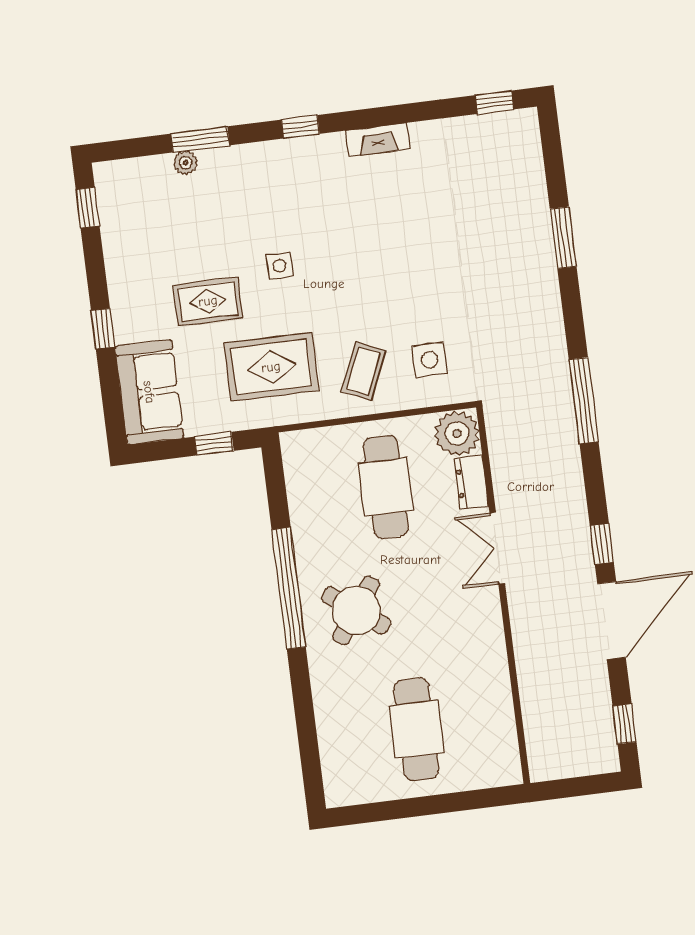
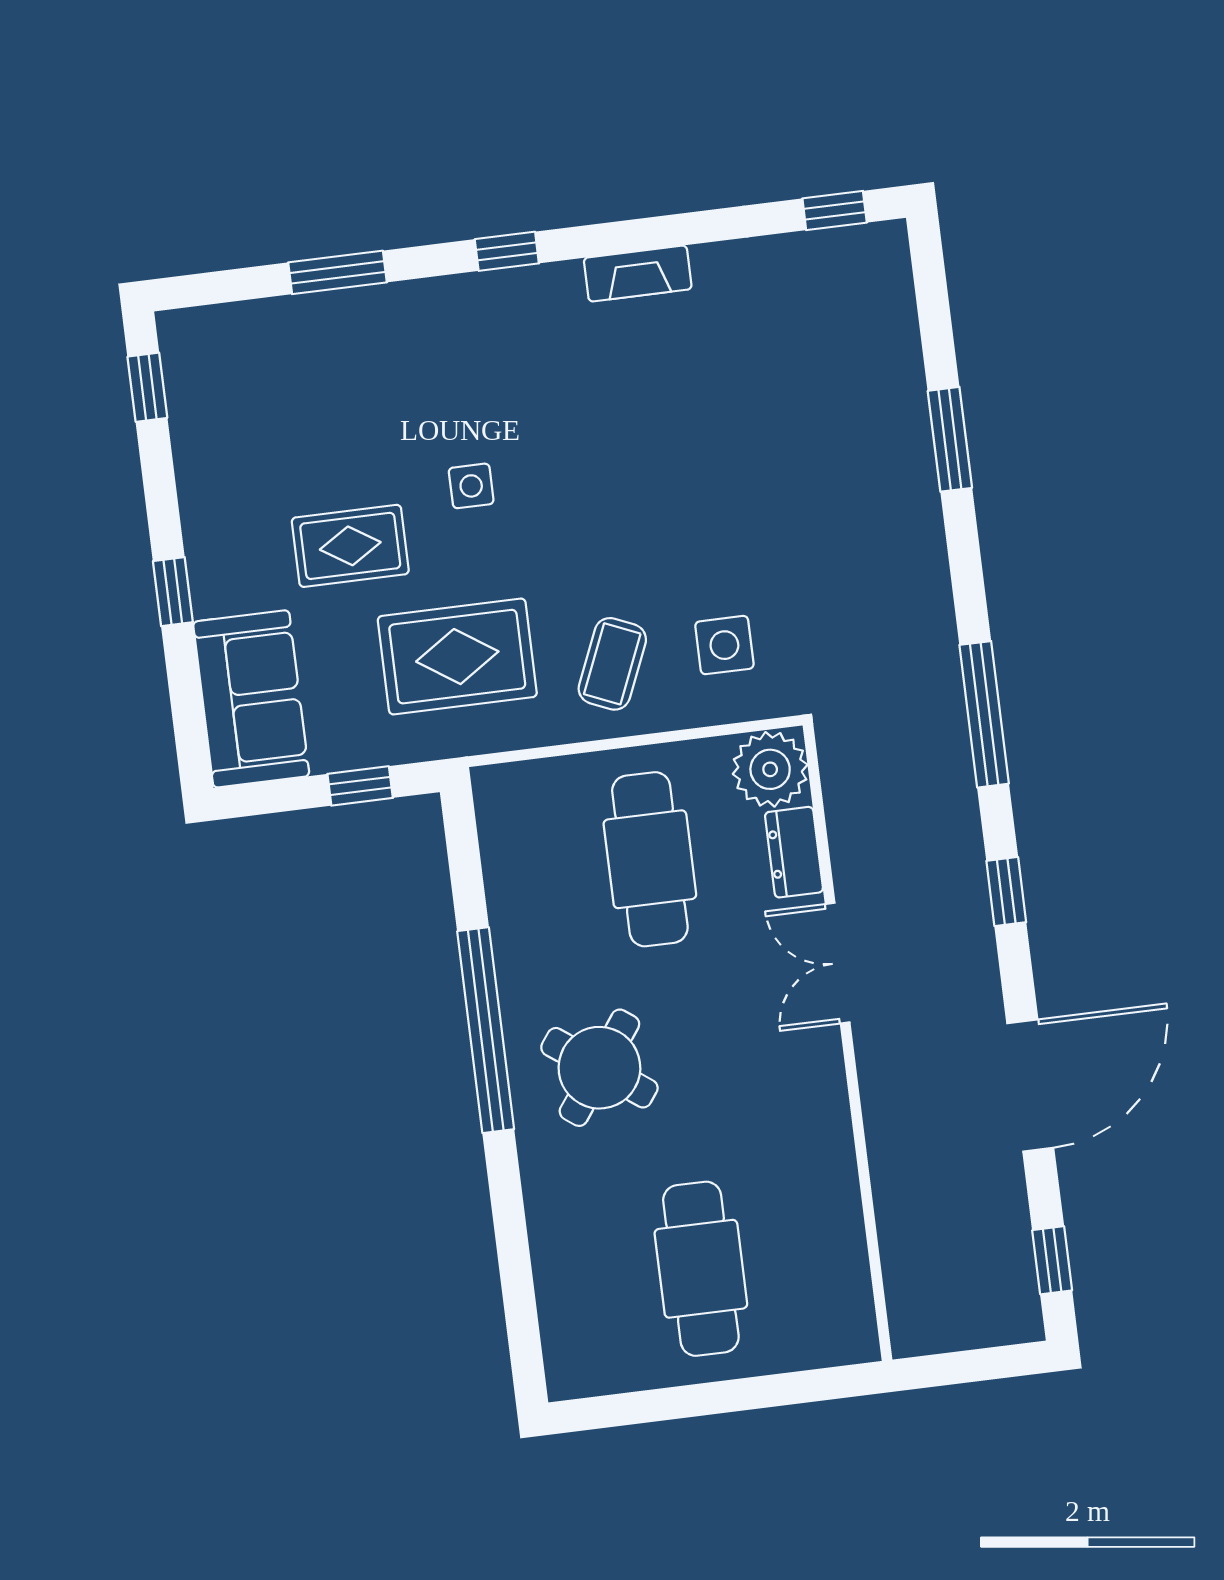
plant: (185, 163) -> (313, 312), removed
window: (602, 544) -> (1006, 892), moved

